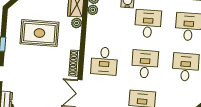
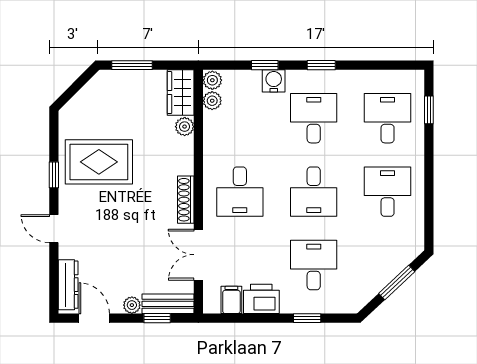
rug: (39, 33) -> (99, 162), moved
desk: (145, 64) -> (314, 192), turned 180

